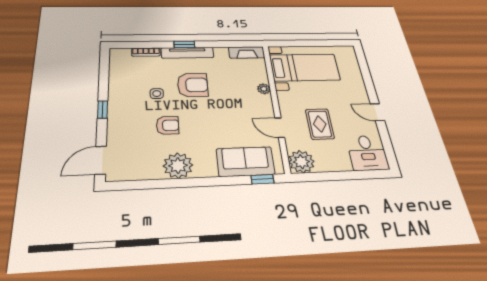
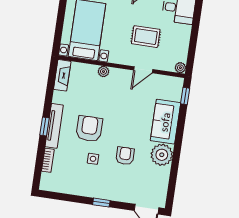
sofa: (245, 161) -> (165, 122), moved
plant: (301, 162) -> (180, 68), width x0.53, depth x0.53

